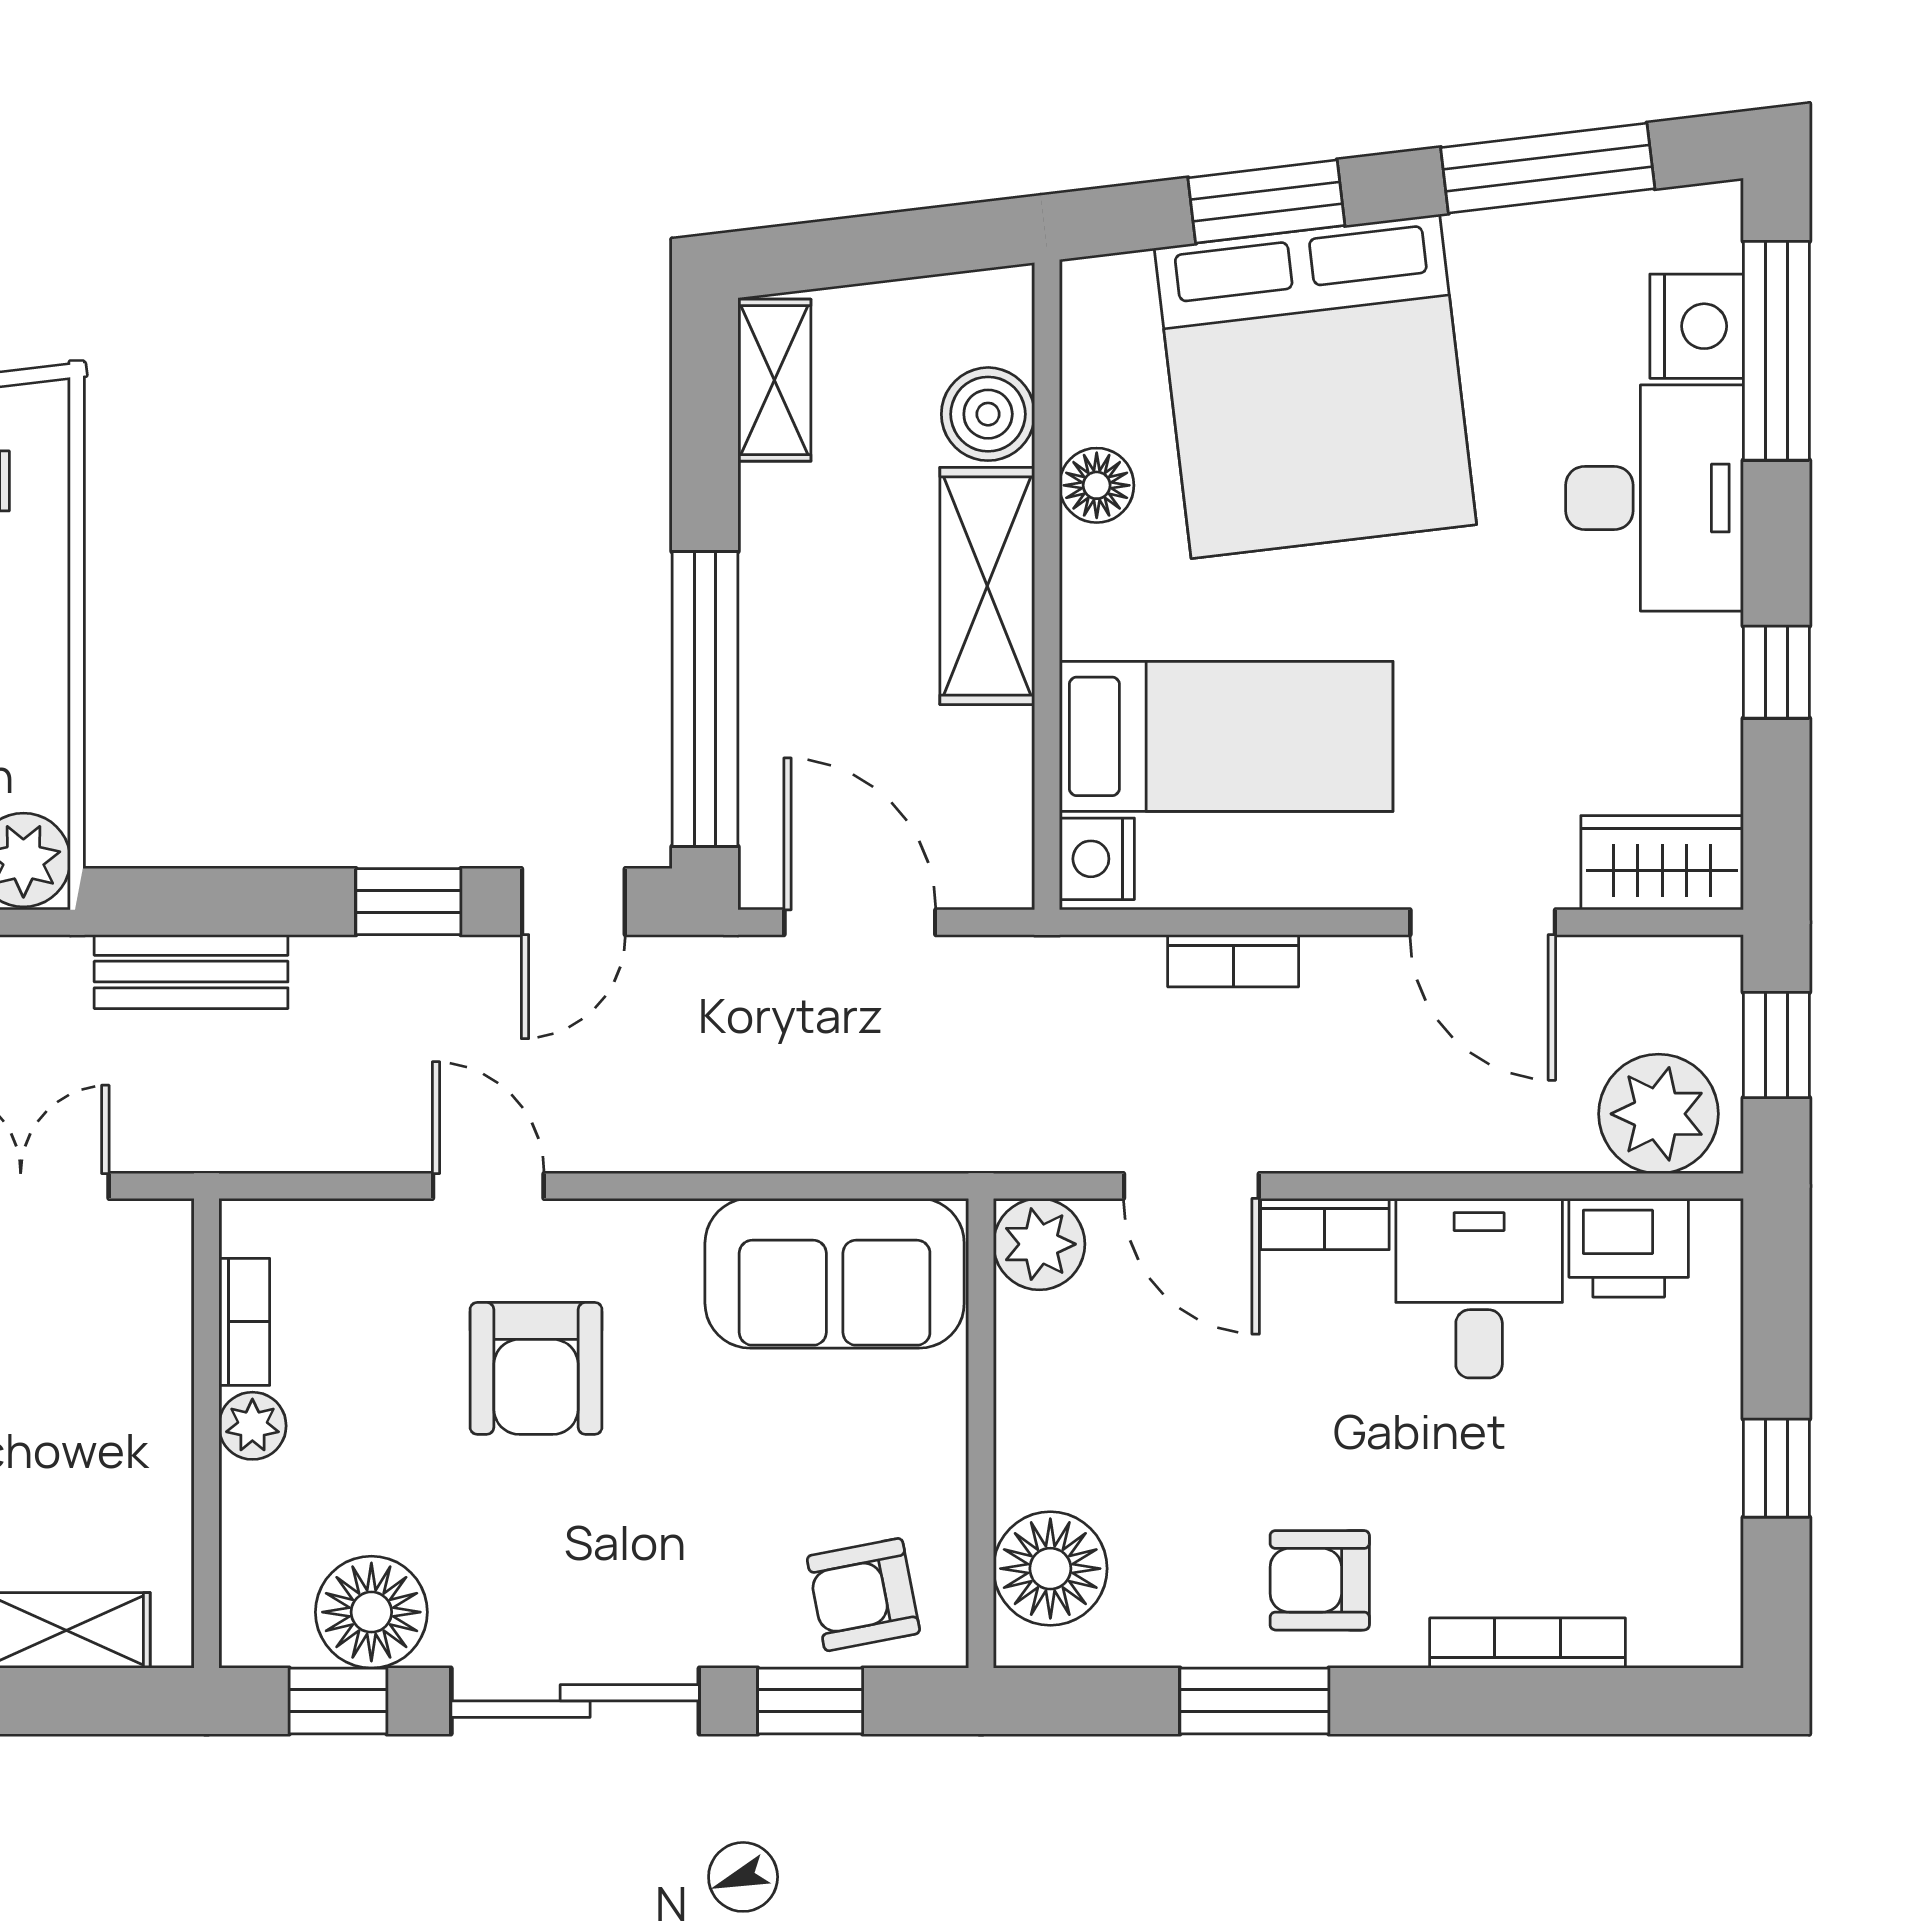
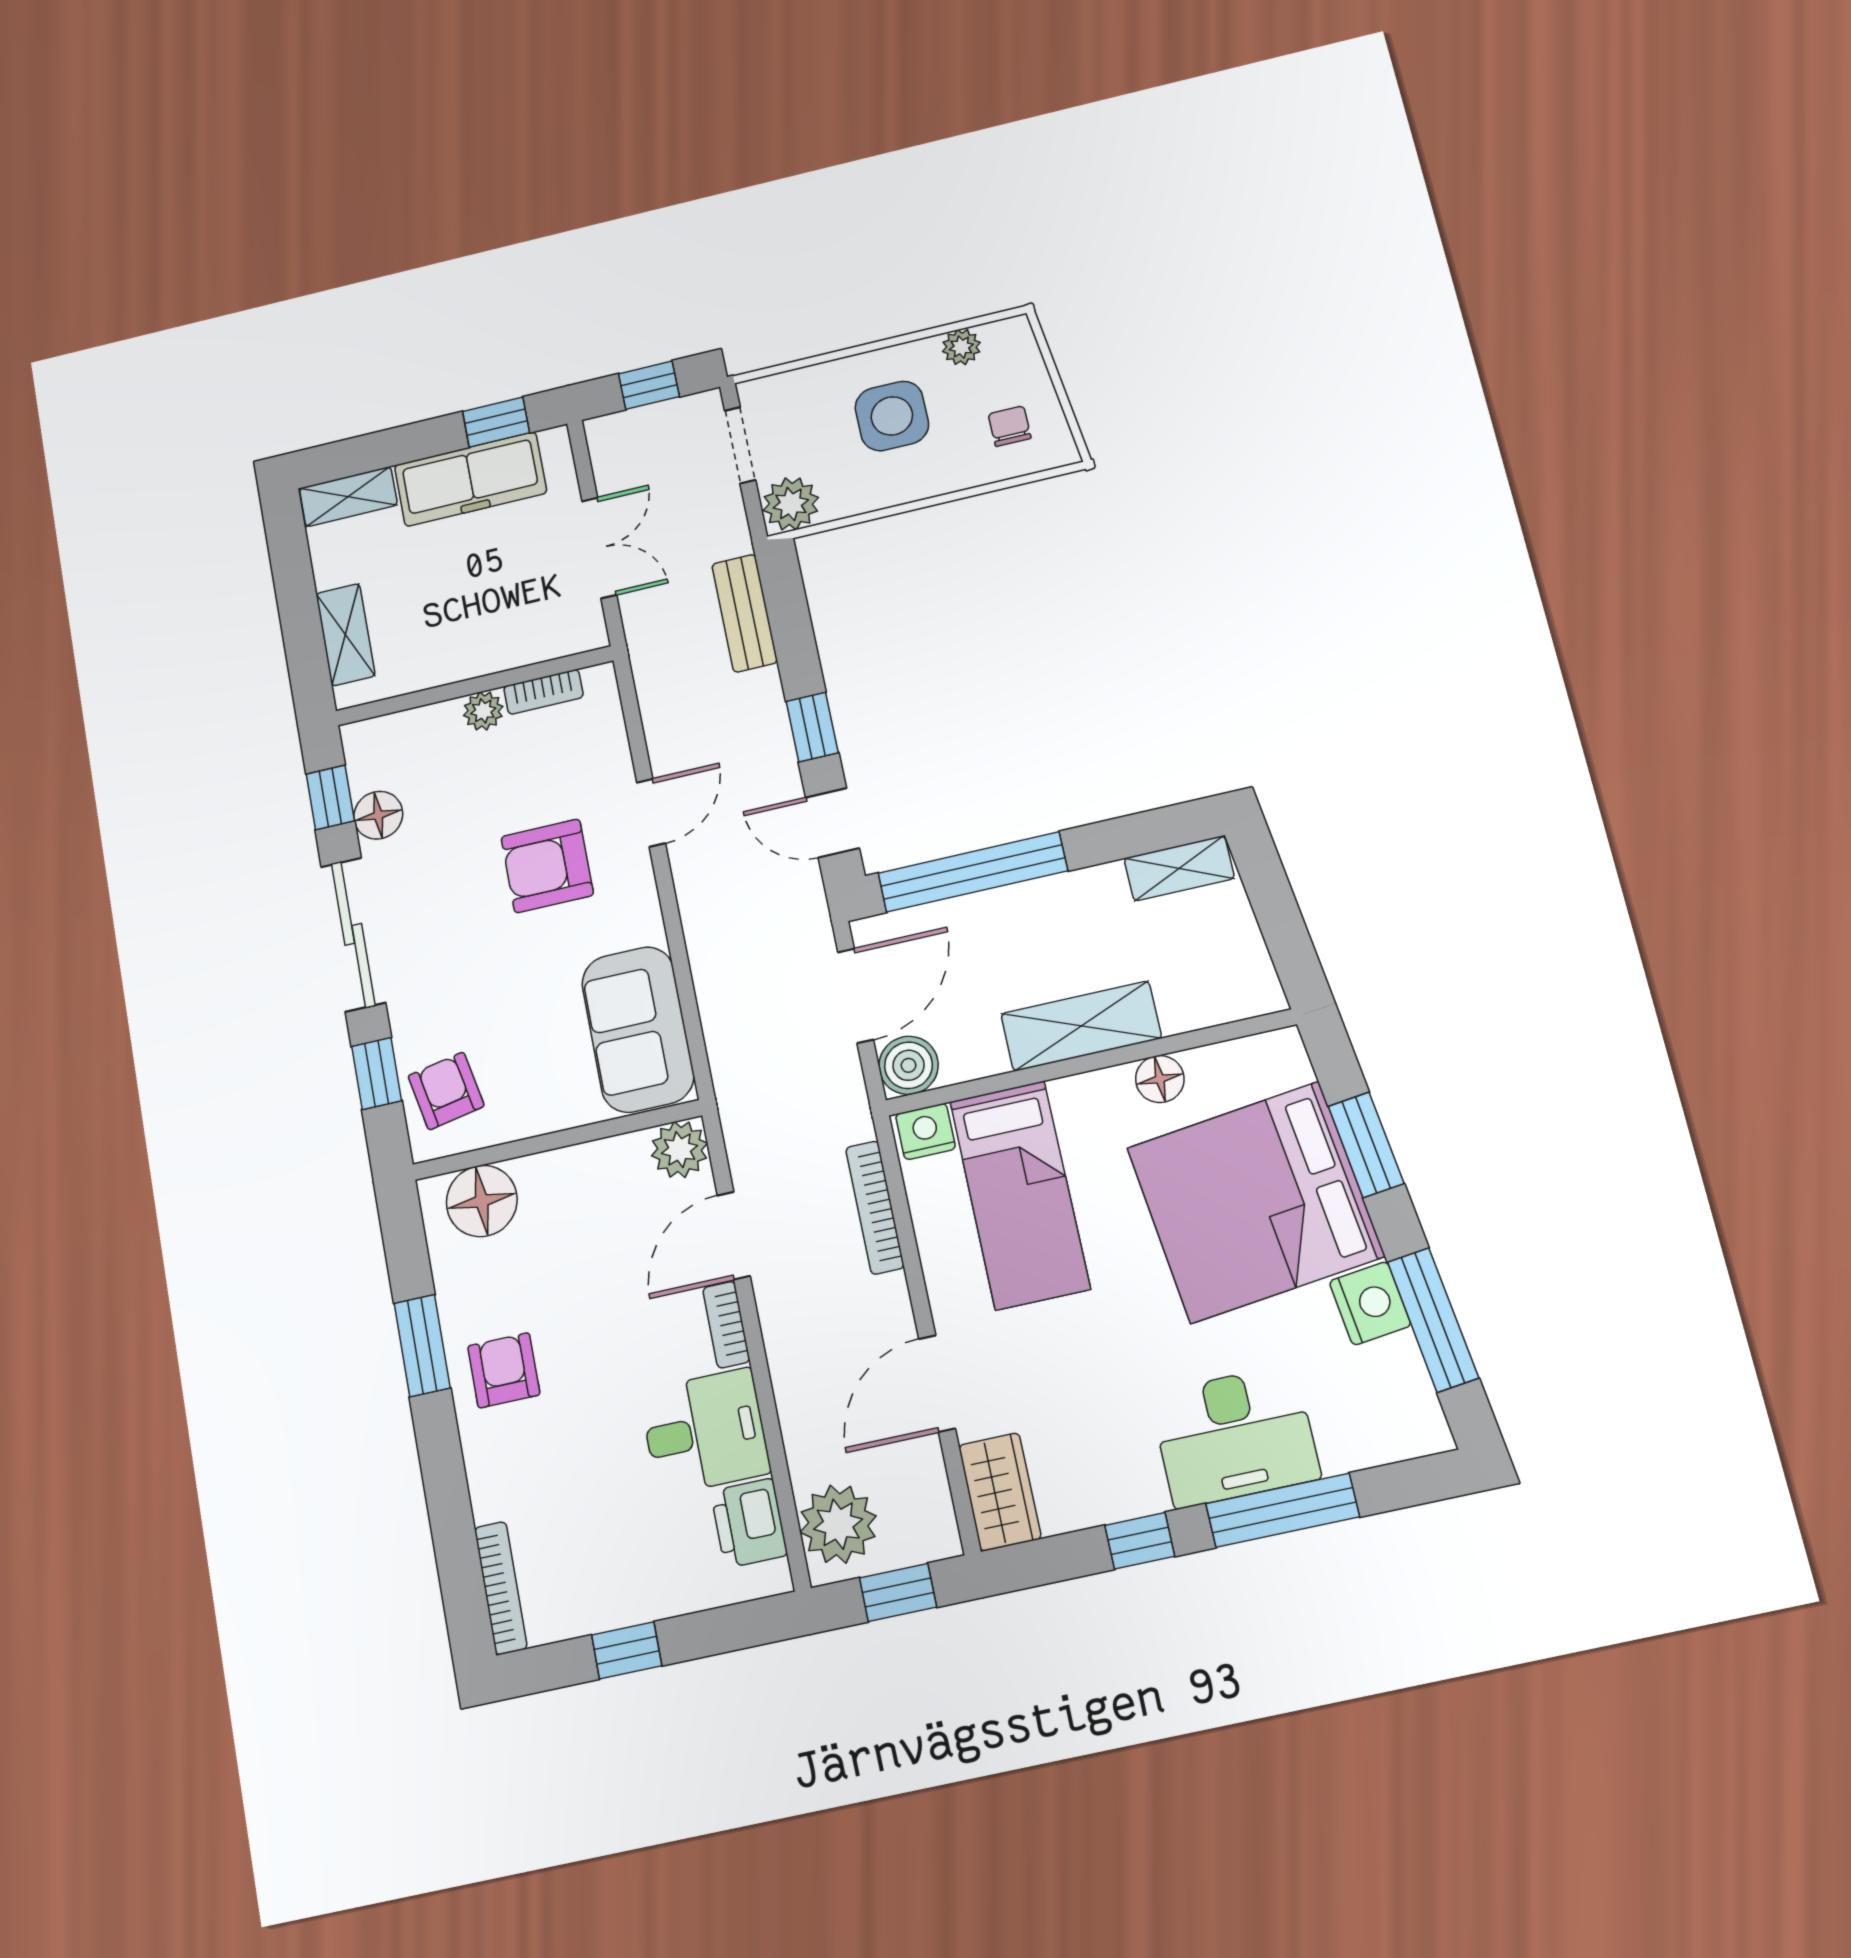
nightstand: (1697, 326) -> (1370, 1303), moved, turned -97
window: (1776, 351) -> (1283, 1510), moved
boiler: (988, 414) -> (909, 1065), moved
bookcase: (1233, 961) -> (875, 1207), width x1.56
floor lamp: (371, 1612) -> (378, 815), width x0.73, depth x0.73
bookcase: (1528, 1643) -> (501, 1588), moved

